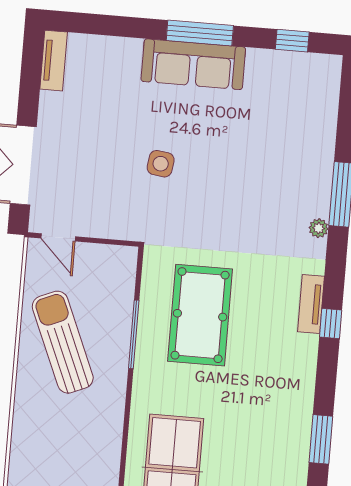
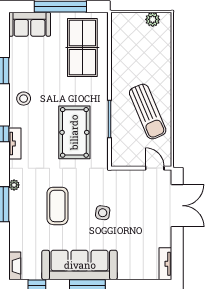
sofa: (193, 64) -> (80, 265), width x1.36, depth x1.27
fireplace: (330, 80) -> (15, 266), added
coffee table: (242, 183) -> (57, 206), added
stool: (288, 385) -> (24, 99), added

